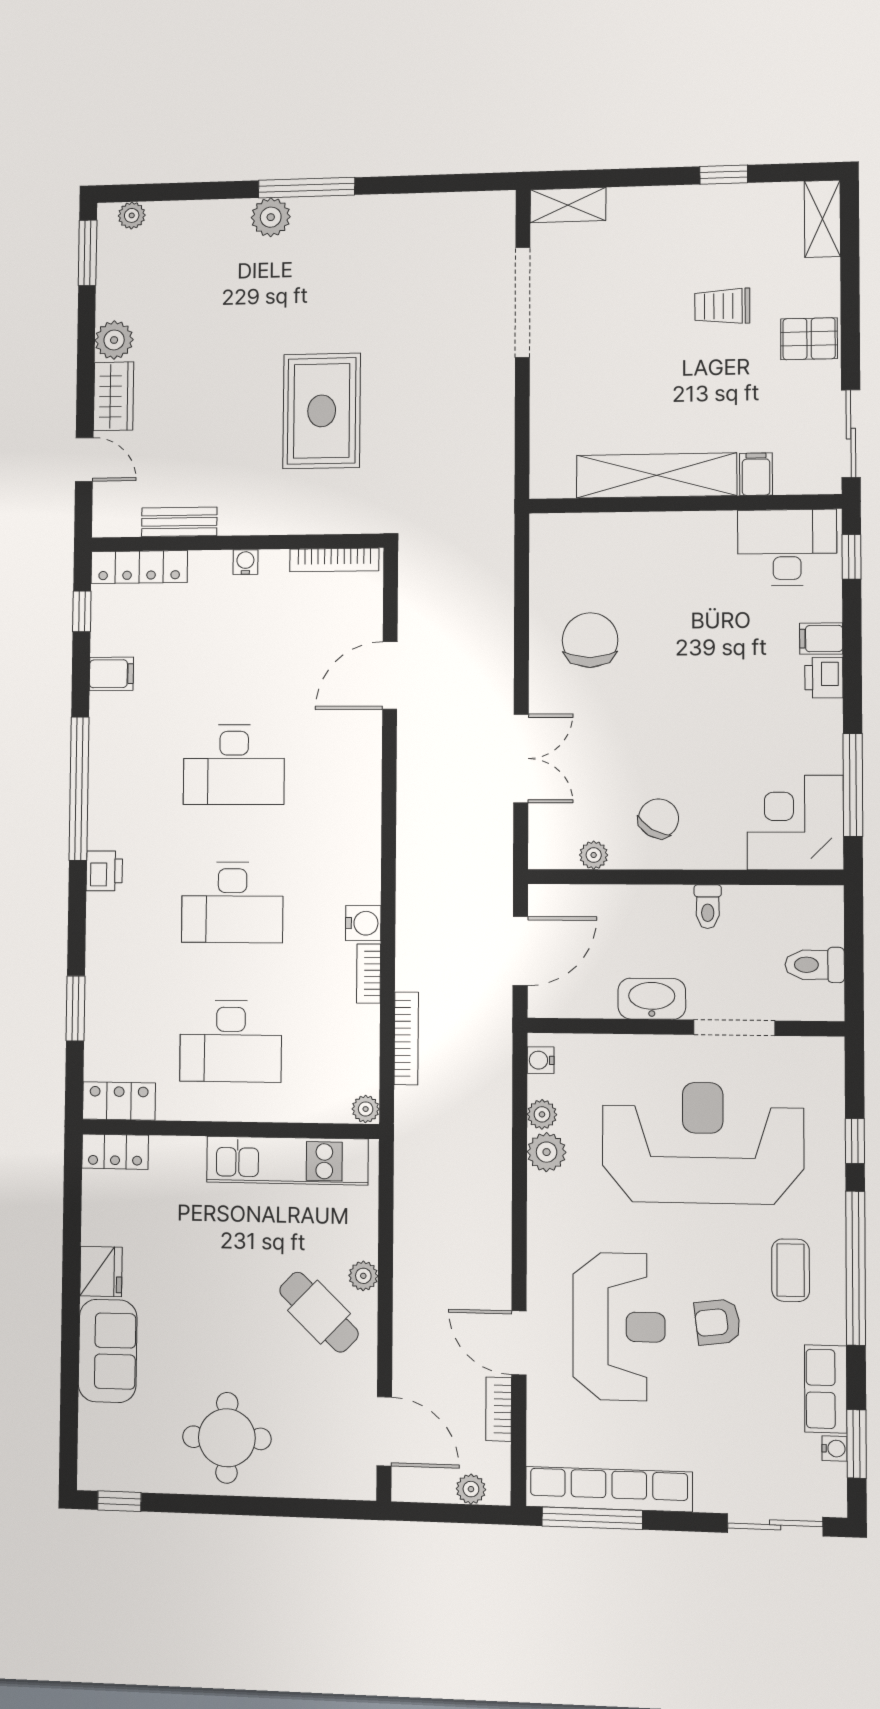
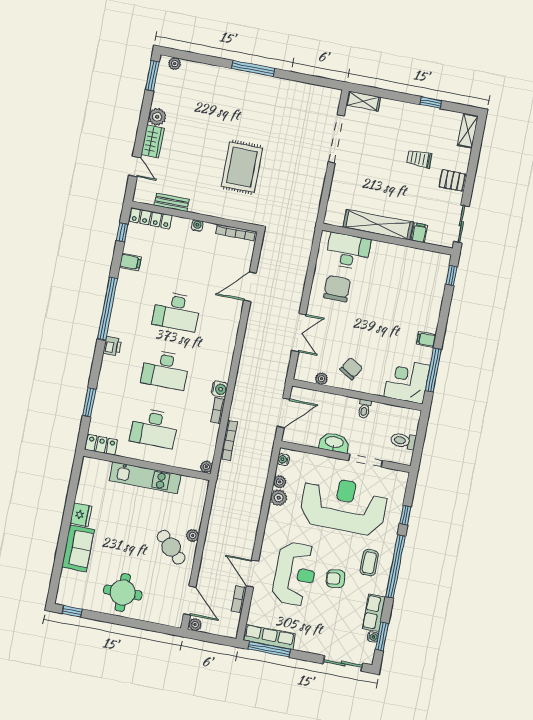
plant: (271, 217) -> (235, 78), removed
desk: (787, 548) -> (348, 251), moved
filing cabinet: (821, 639) -> (426, 339), moved
printer: (824, 678) -> (430, 323), removed
locker: (115, 1152) -> (96, 466), removed
kitchen unit: (287, 1161) -> (145, 478), moved
plant: (471, 1489) -> (195, 625), moved
row of seats: (609, 1489) -> (269, 637), width x0.73

